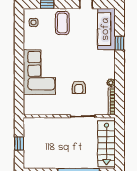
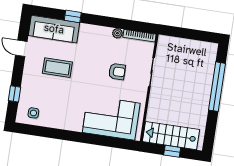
coffee table: (62, 23) -> (57, 68), moved
corner sofa: (39, 72) -> (111, 118), moved
stairs: (106, 144) -> (171, 136), moved, turned 180

